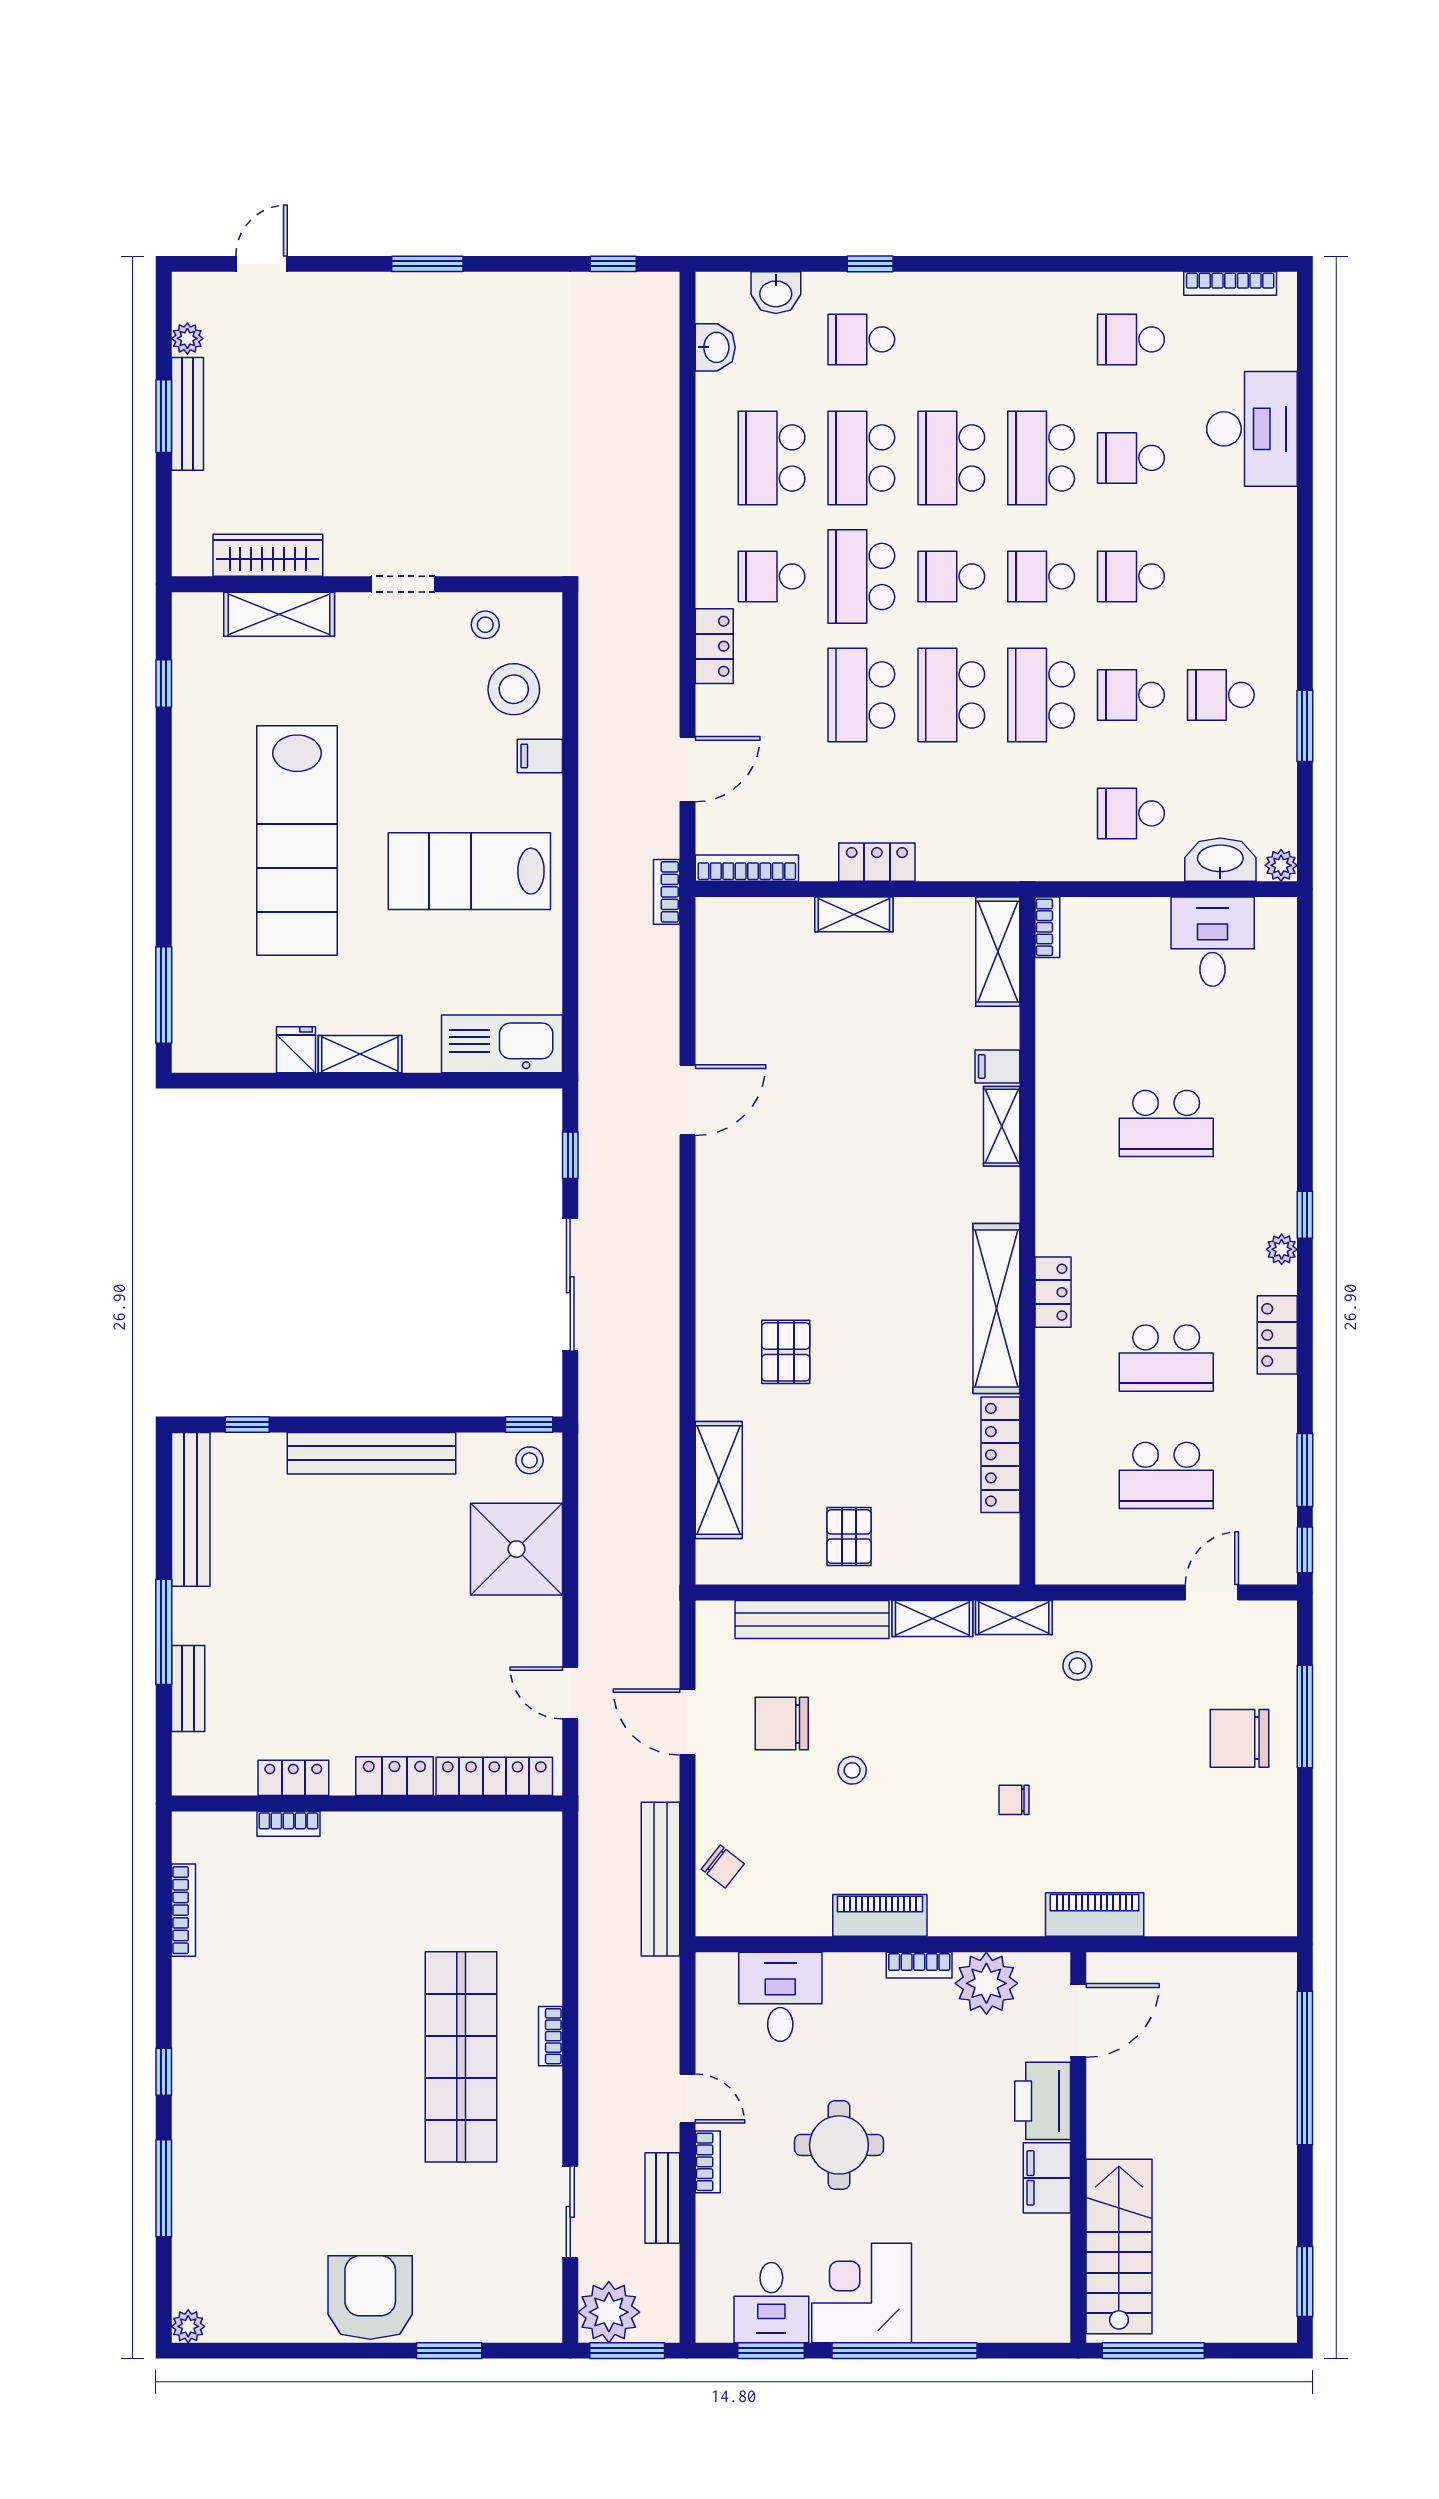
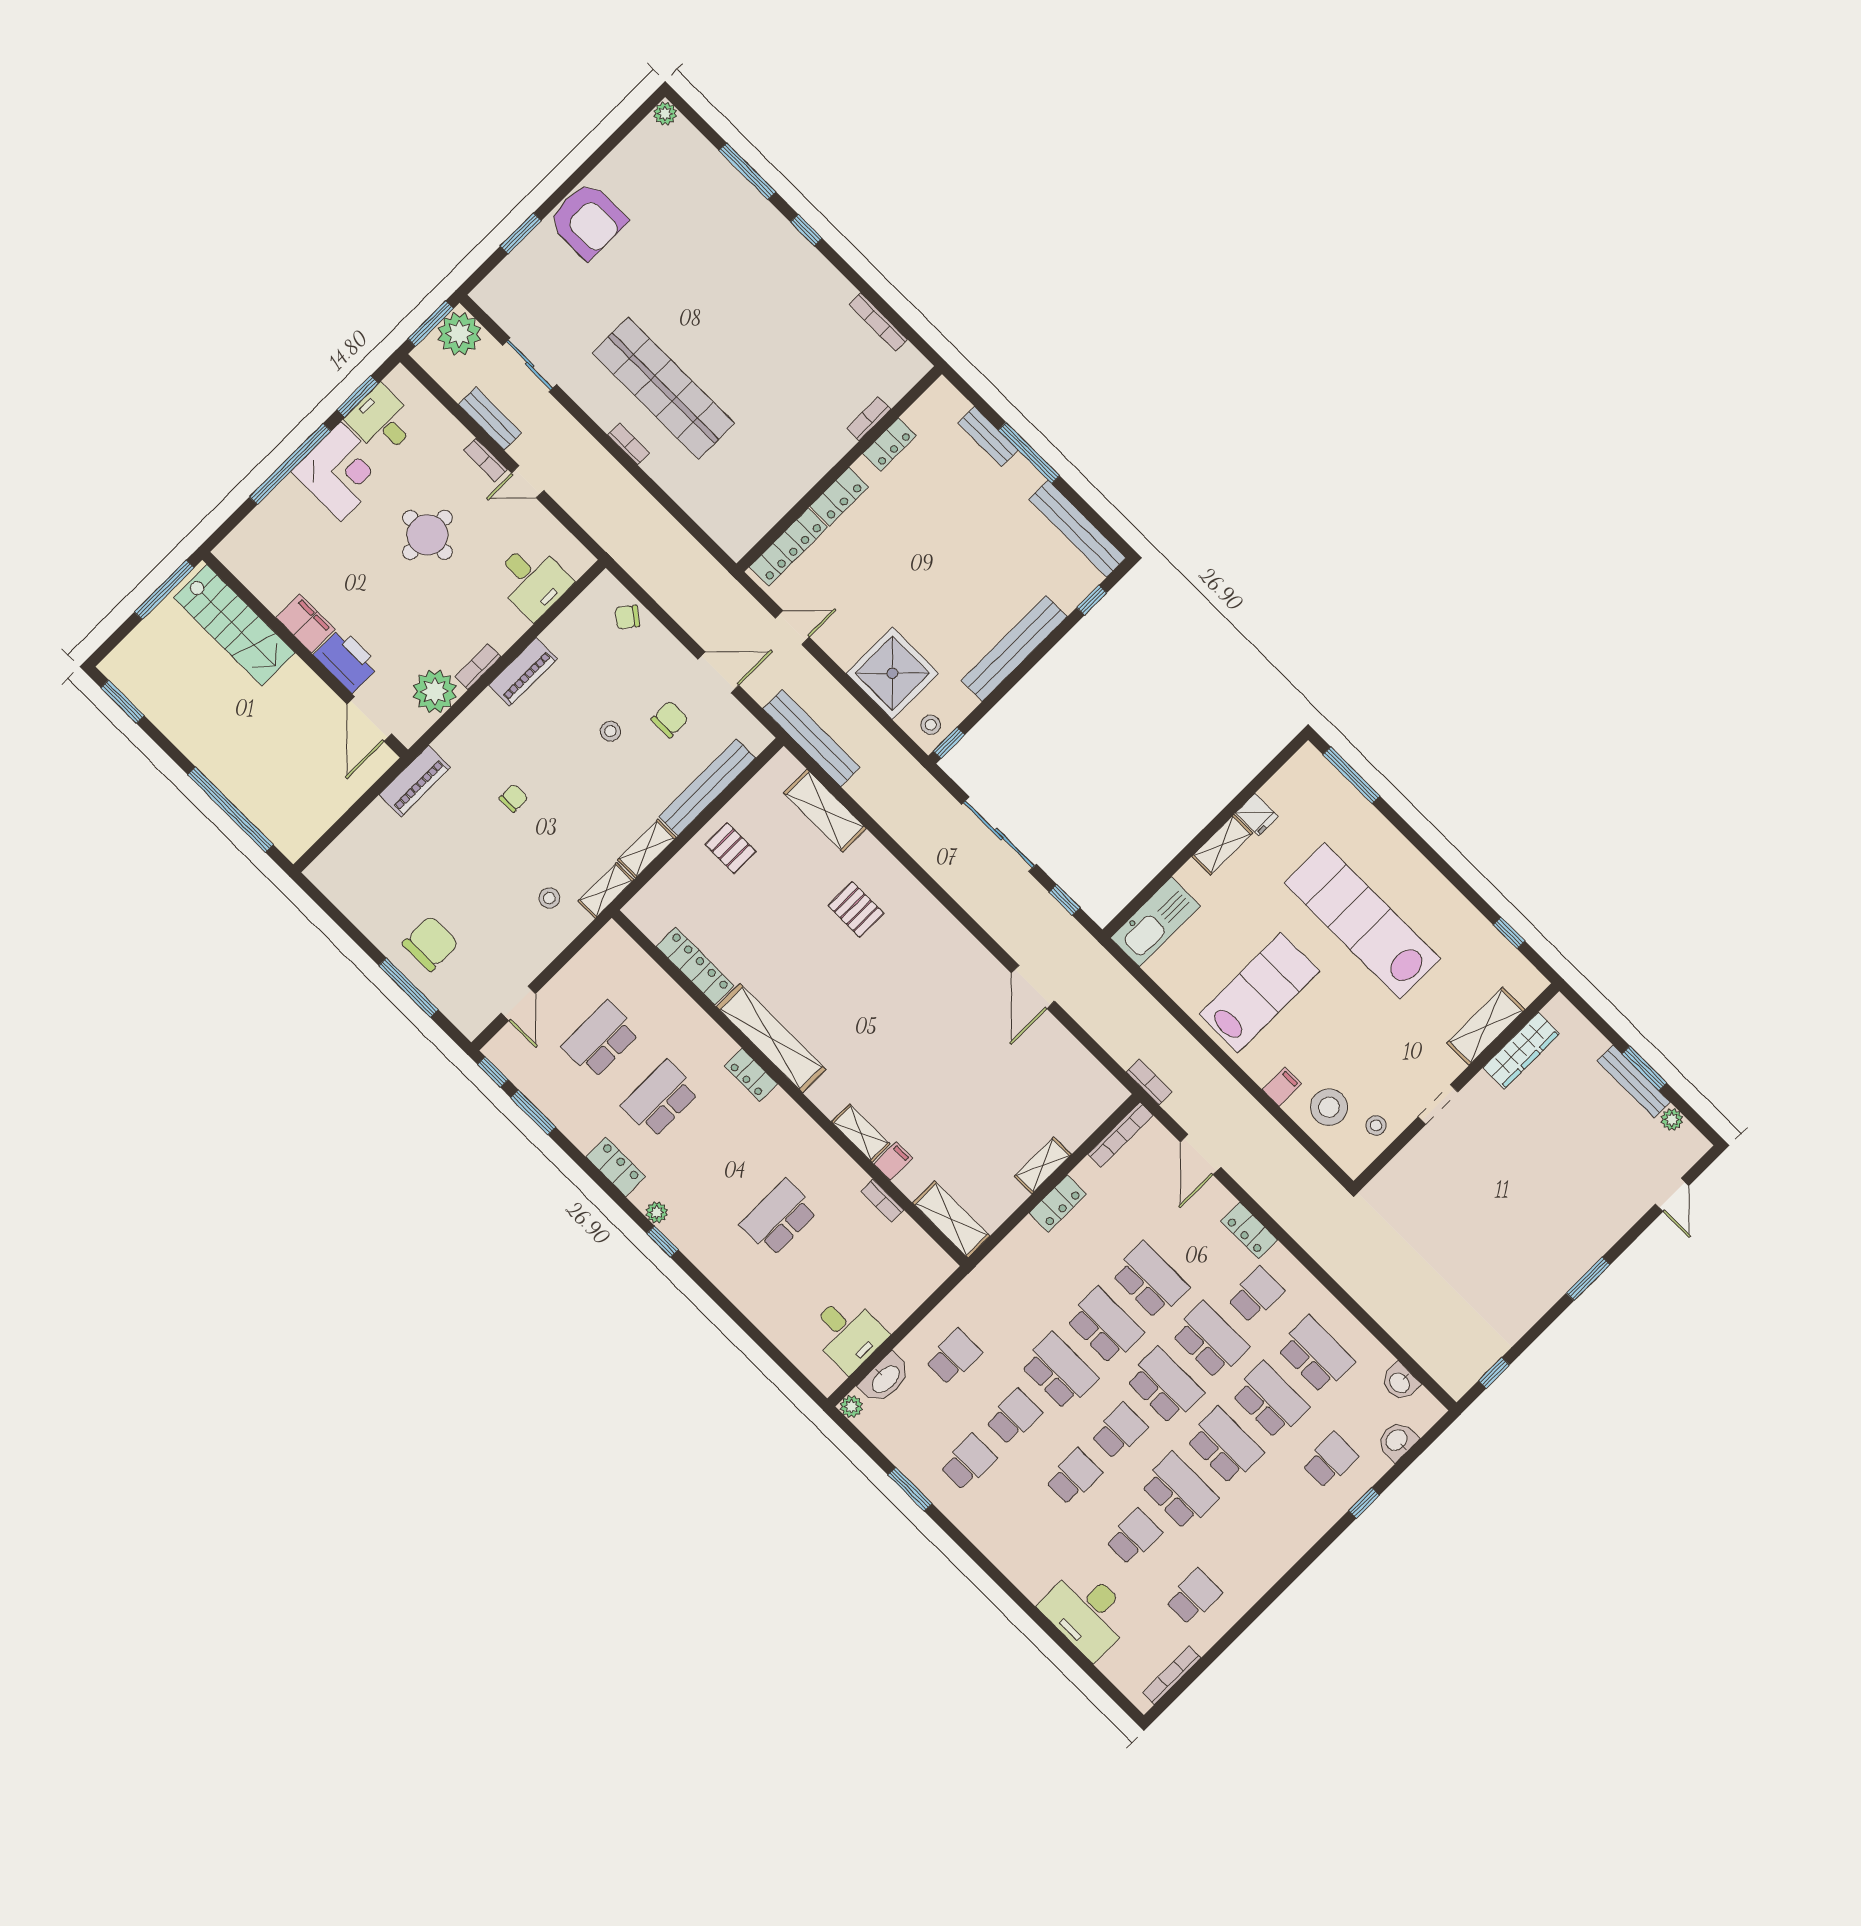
school desk: (951, 576) -> (1165, 1386), width x1.85
bookcase: (1047, 927) -> (882, 1201), moved
chair: (782, 1724) -> (670, 719), width x0.73, depth x0.73
bench: (660, 1879) -> (811, 738), moved

